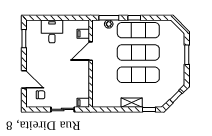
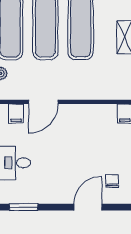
door: (91, 51) -> (43, 102), hinge flipped

